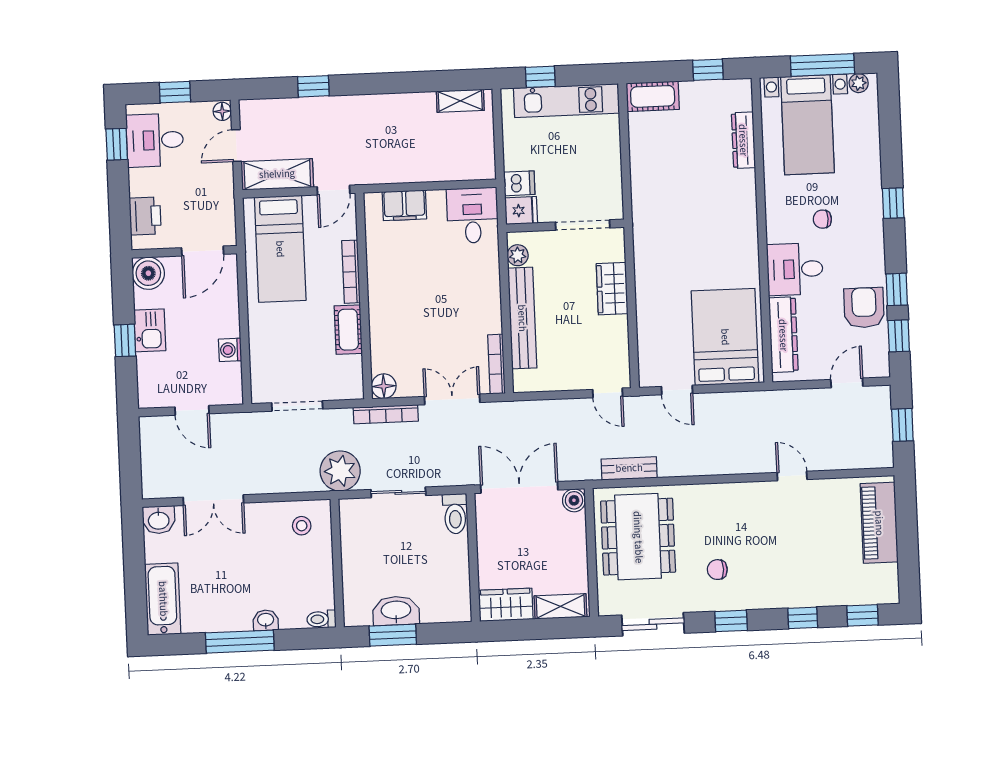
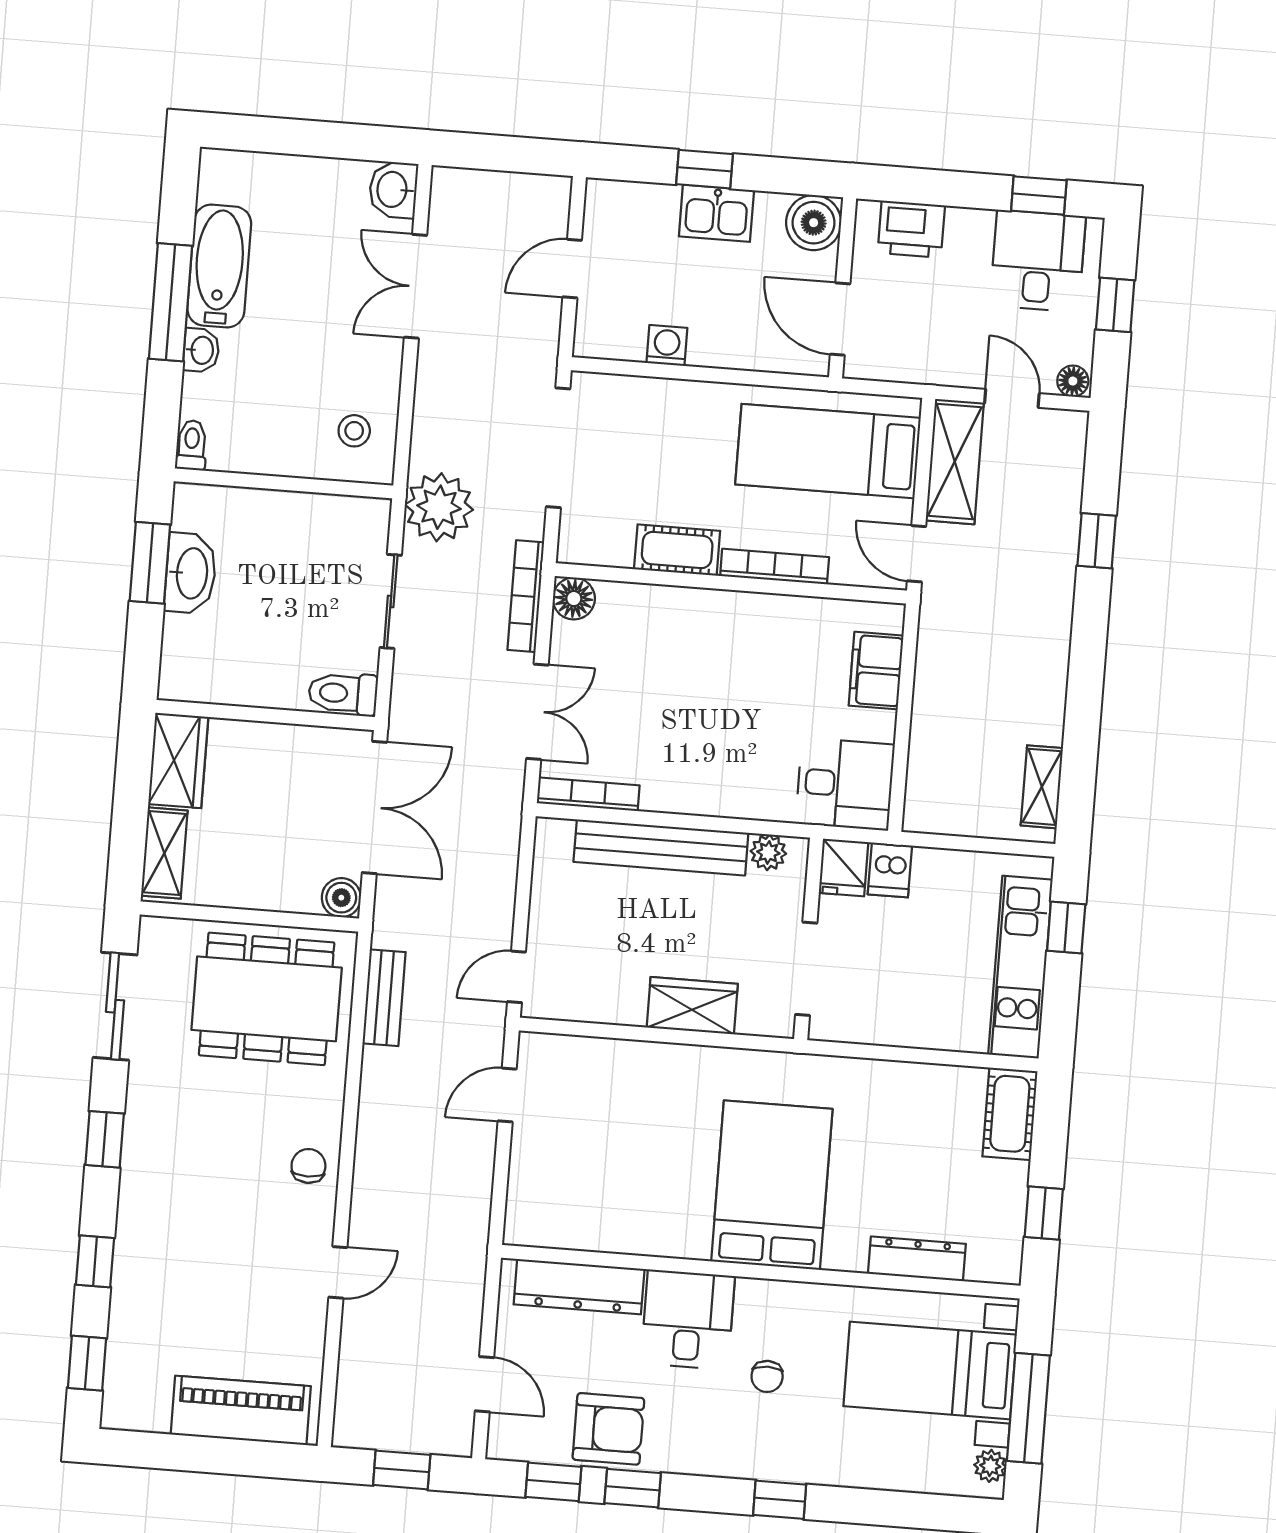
chair: (822, 219) -> (767, 1376), turned 180
bed: (725, 337) -> (772, 1185), moved, turned -90
doorway: (297, 406) -> (558, 448), width x1.36
chair: (717, 570) -> (308, 1166), moved
bathtub: (163, 599) -> (219, 266), moved, turned -90

